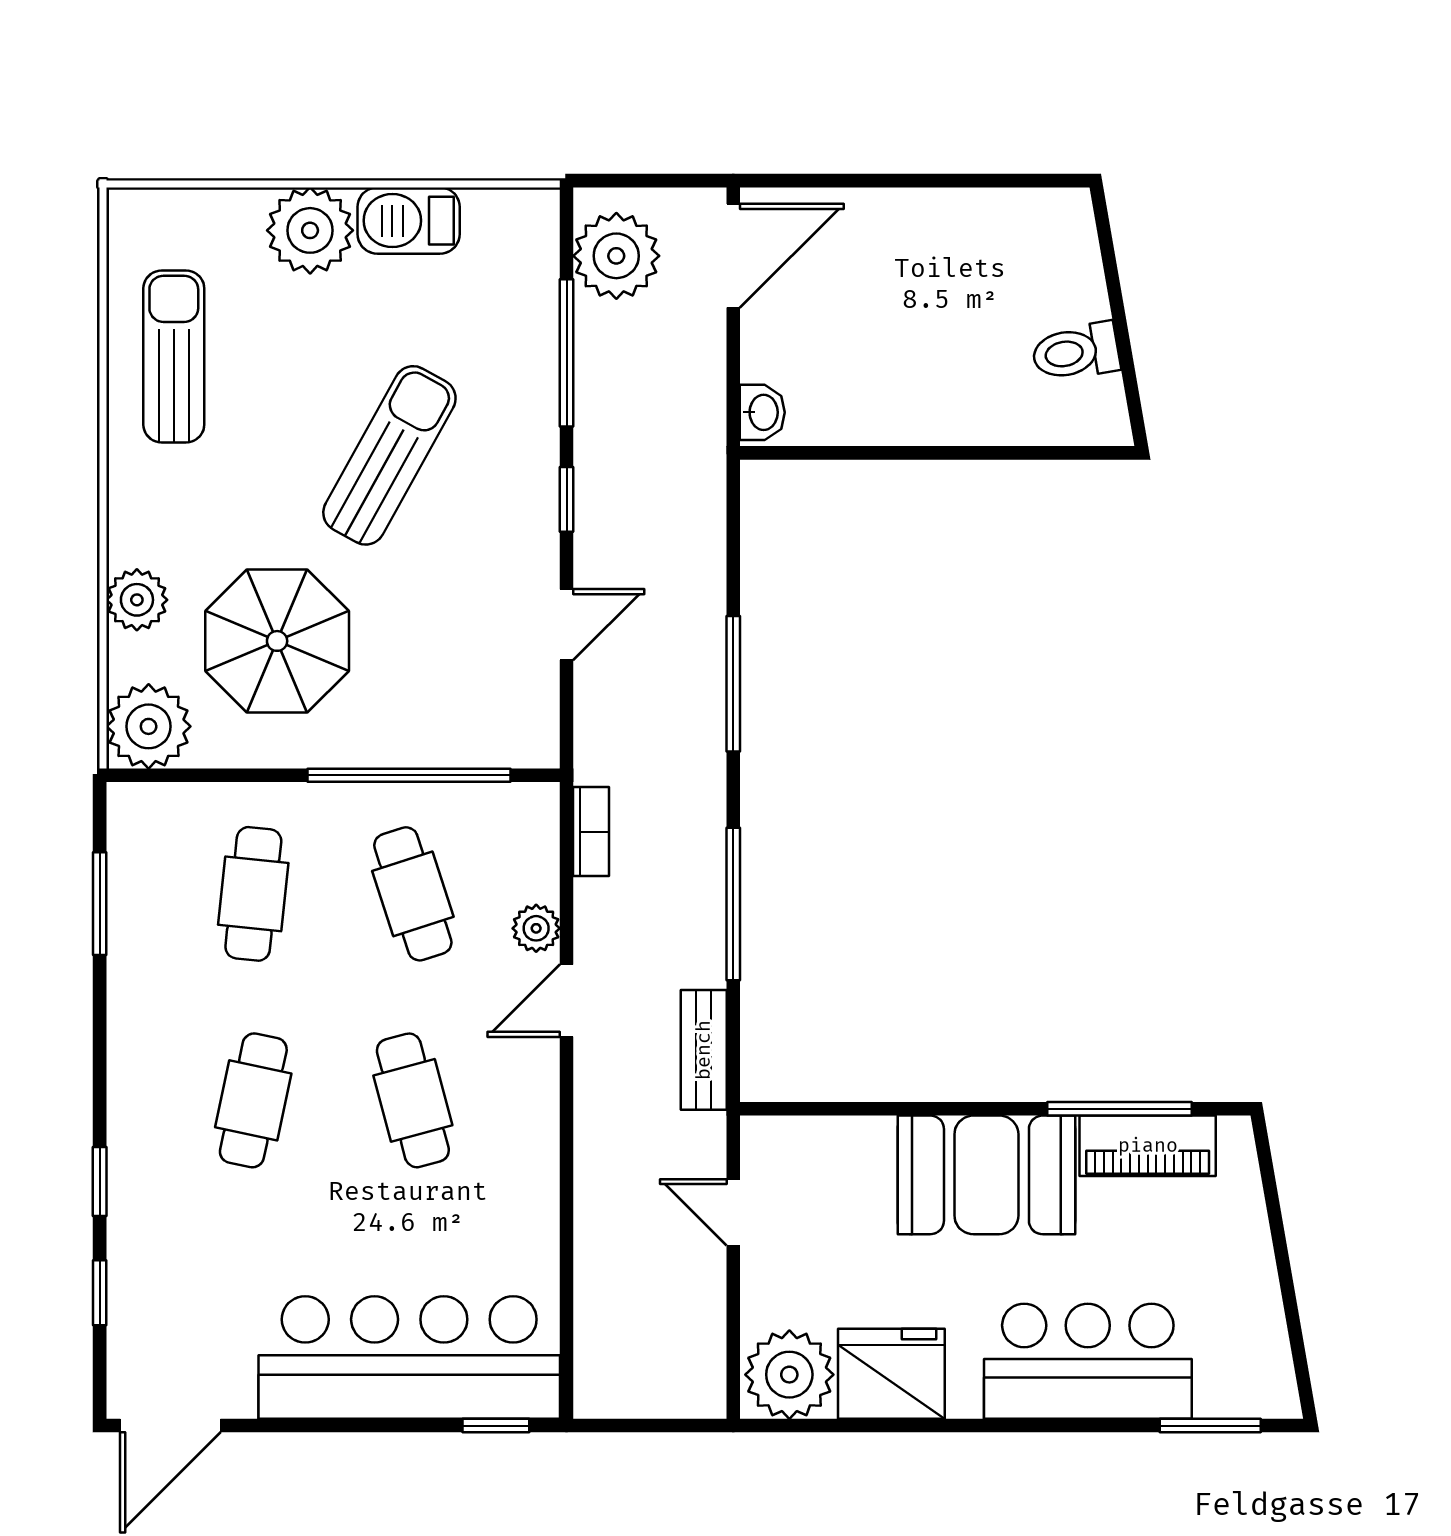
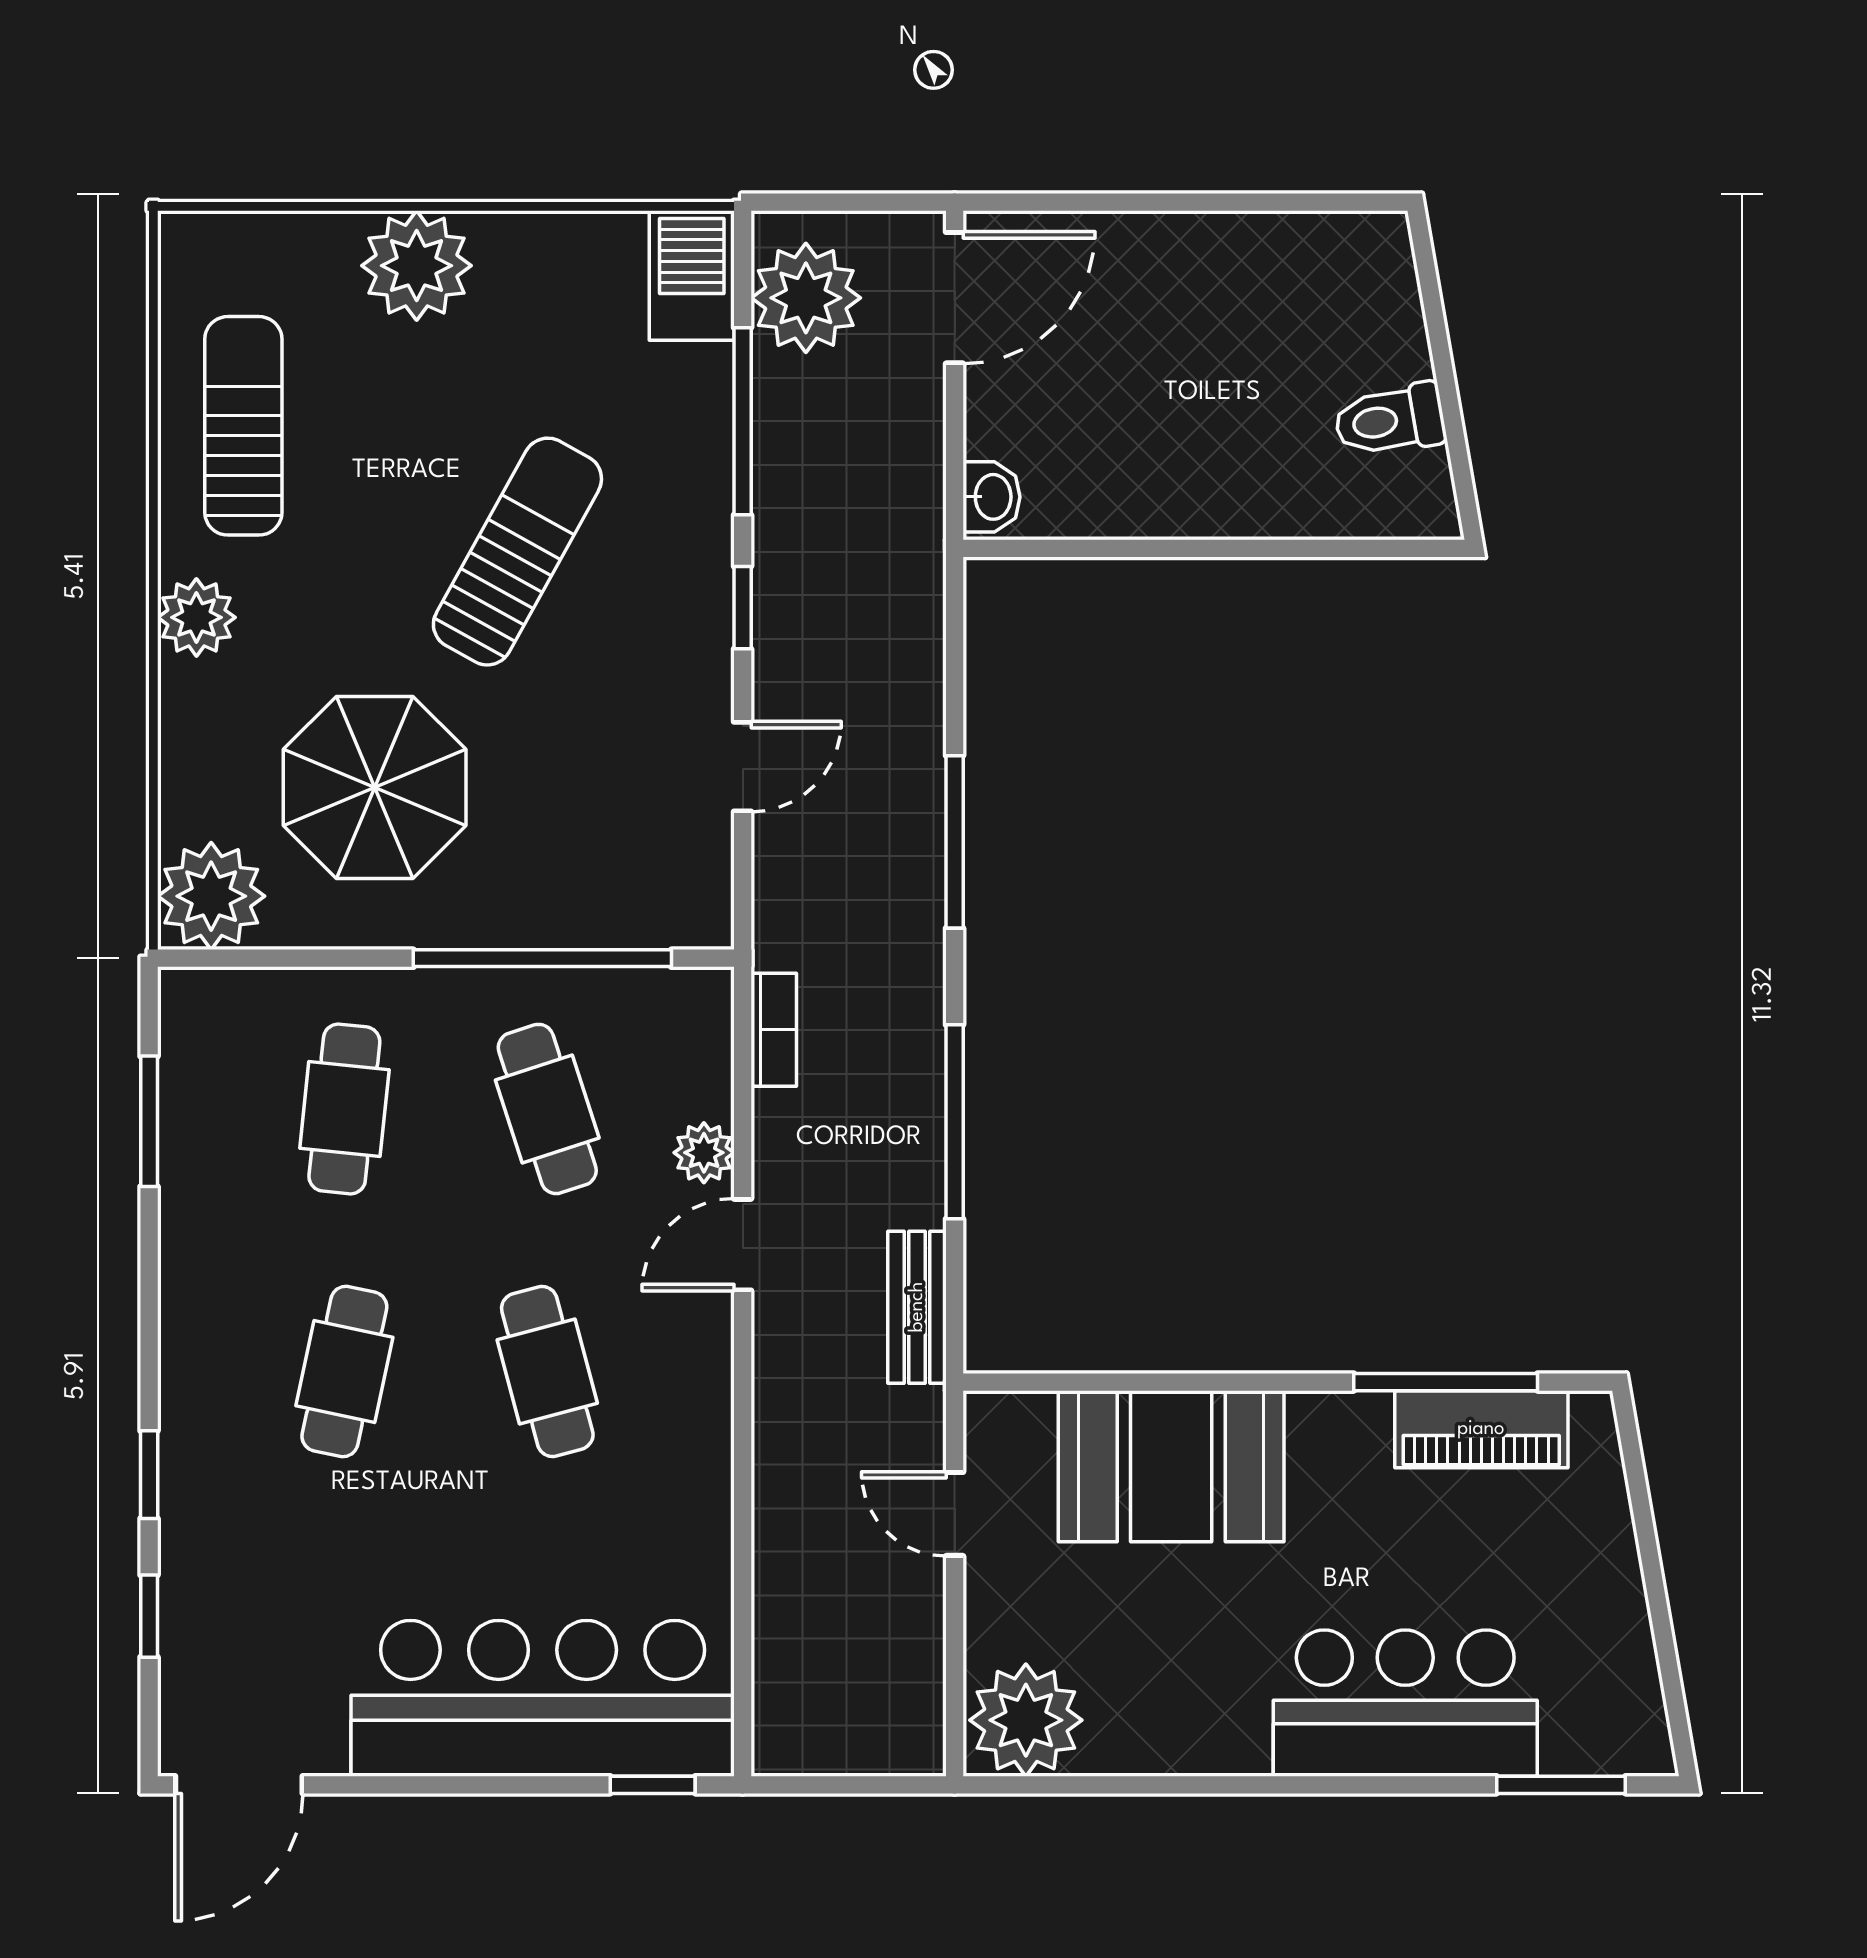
barbecue: (409, 221) -> (692, 276), moved, turned 90
plant: (137, 600) -> (196, 617), moved
booth: (986, 1175) -> (1171, 1466), moved
fridge: (891, 1374) -> (1155, 1719), removed

